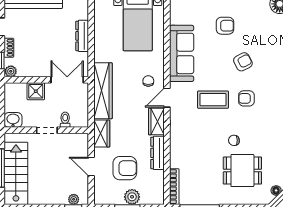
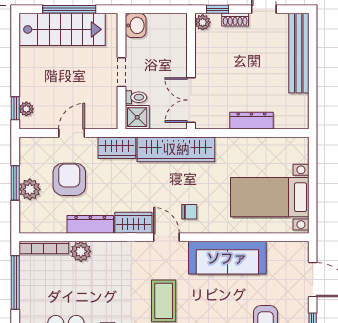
double door: (67, 80) -> (191, 100), swing flipped
shower: (36, 91) -> (137, 117), moved
plant: (177, 160) -> (81, 251), added
armchair: (125, 168) -> (69, 179), turned 180

